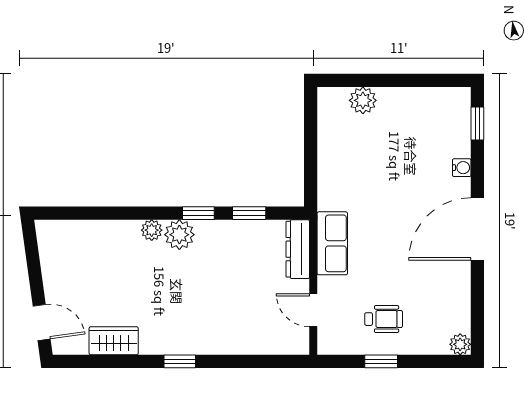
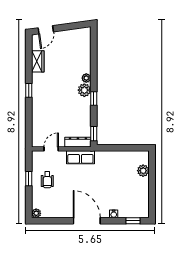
window: (249, 213) -> (94, 134), moved

